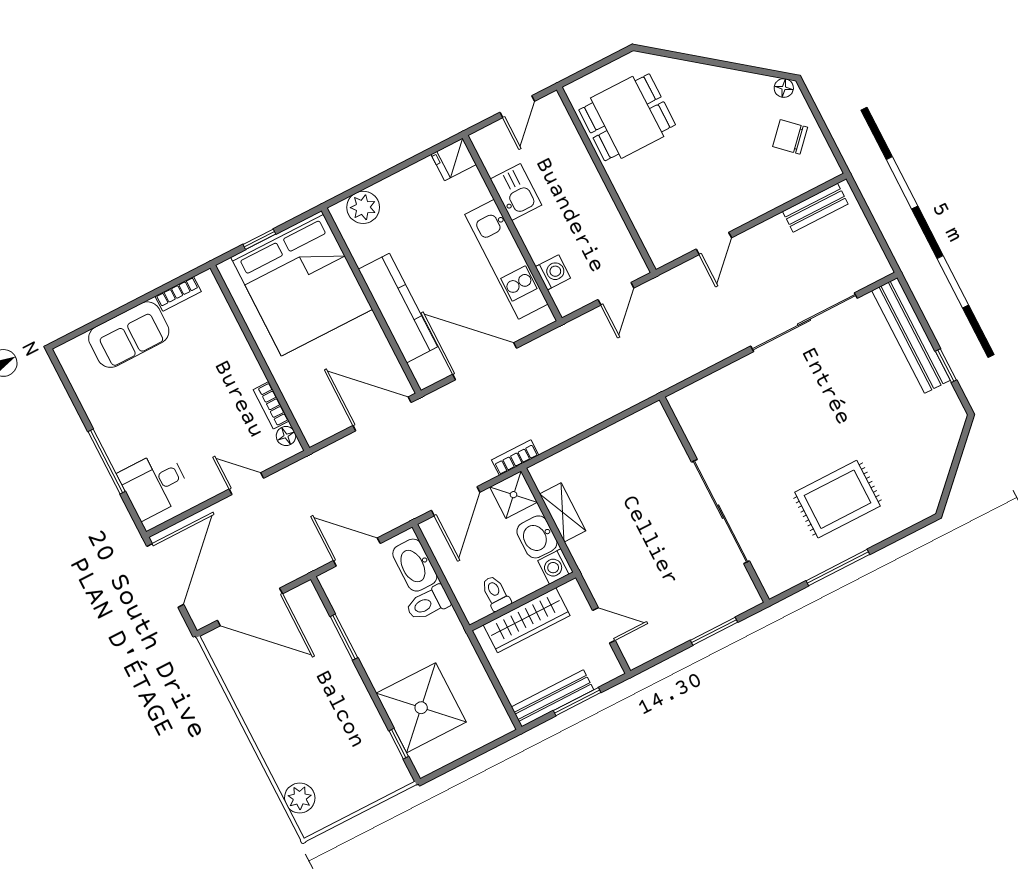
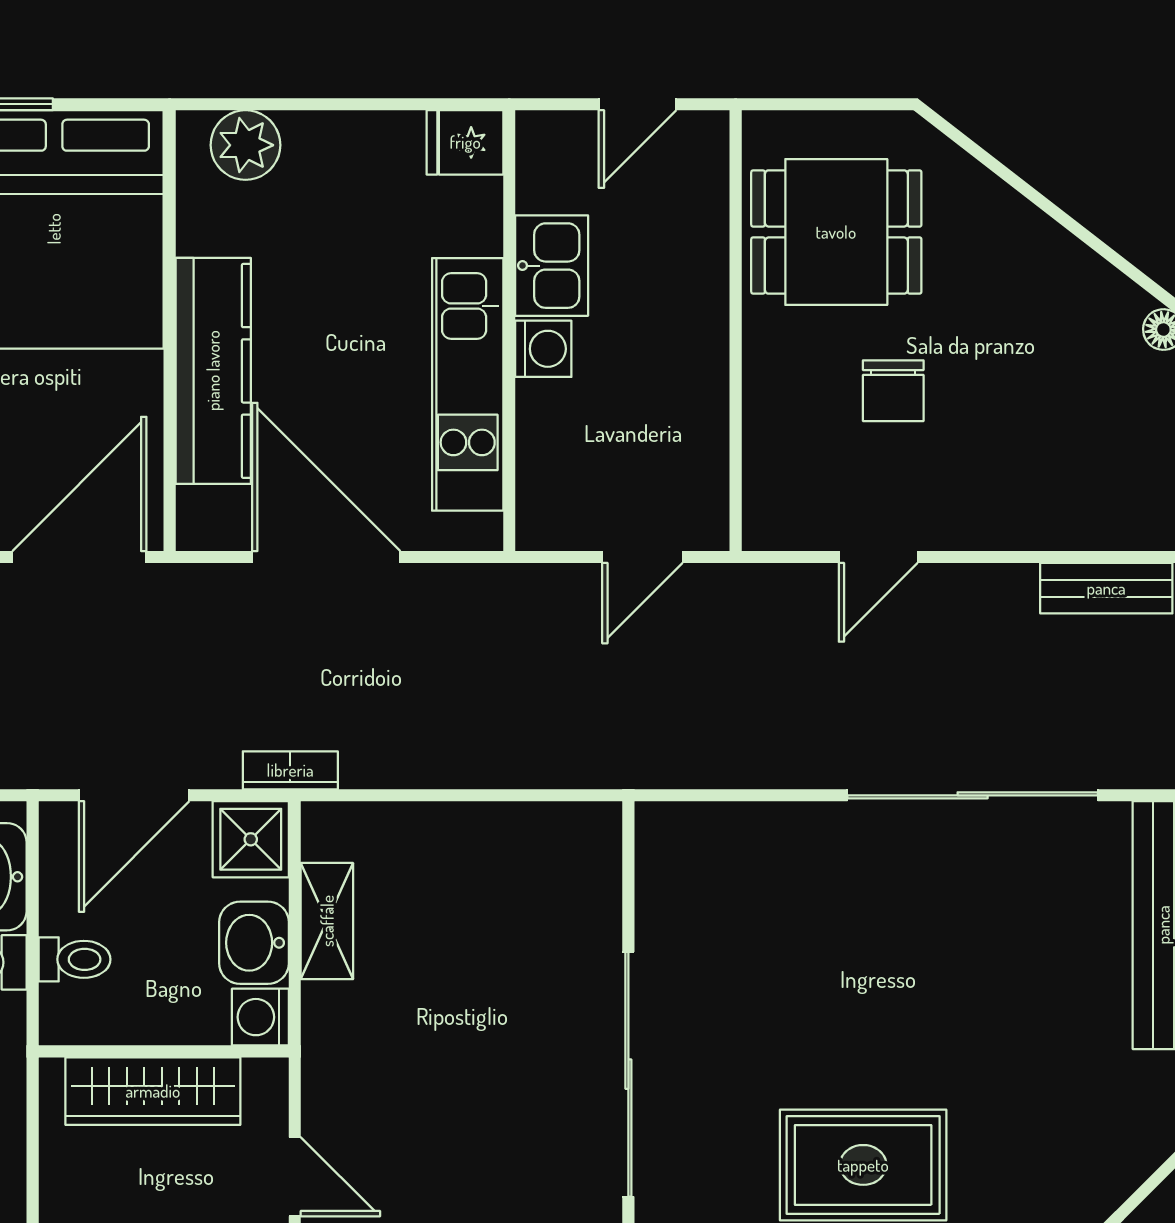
chair: (790, 137) -> (893, 391), moved, turned -133
washing machine: (553, 272) -> (543, 349), moved
door: (382, 414) -> (79, 557), hinge flipped
toilet: (496, 593) -> (75, 959), moved, turned 90

